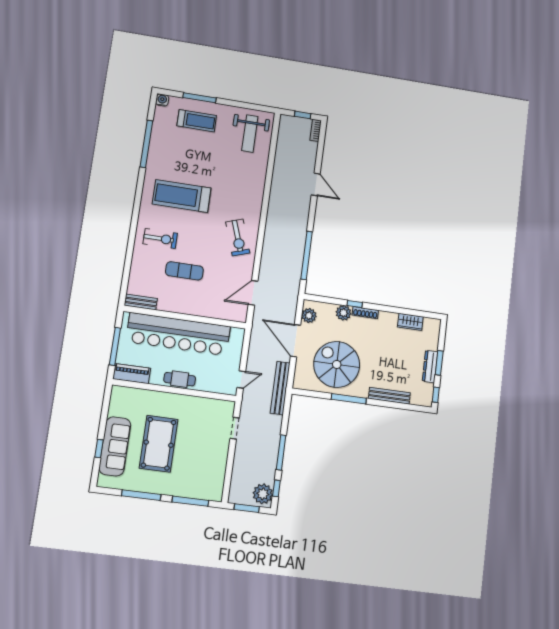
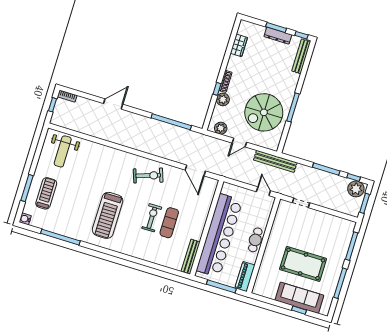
weight bench: (250, 134) -> (63, 151), turned 90
exercise bike: (160, 238) -> (152, 218), moved
bench: (141, 302) -> (191, 257), width x1.36
door: (296, 341) -> (239, 143), width x0.53
bench: (389, 396) -> (301, 56), moved

